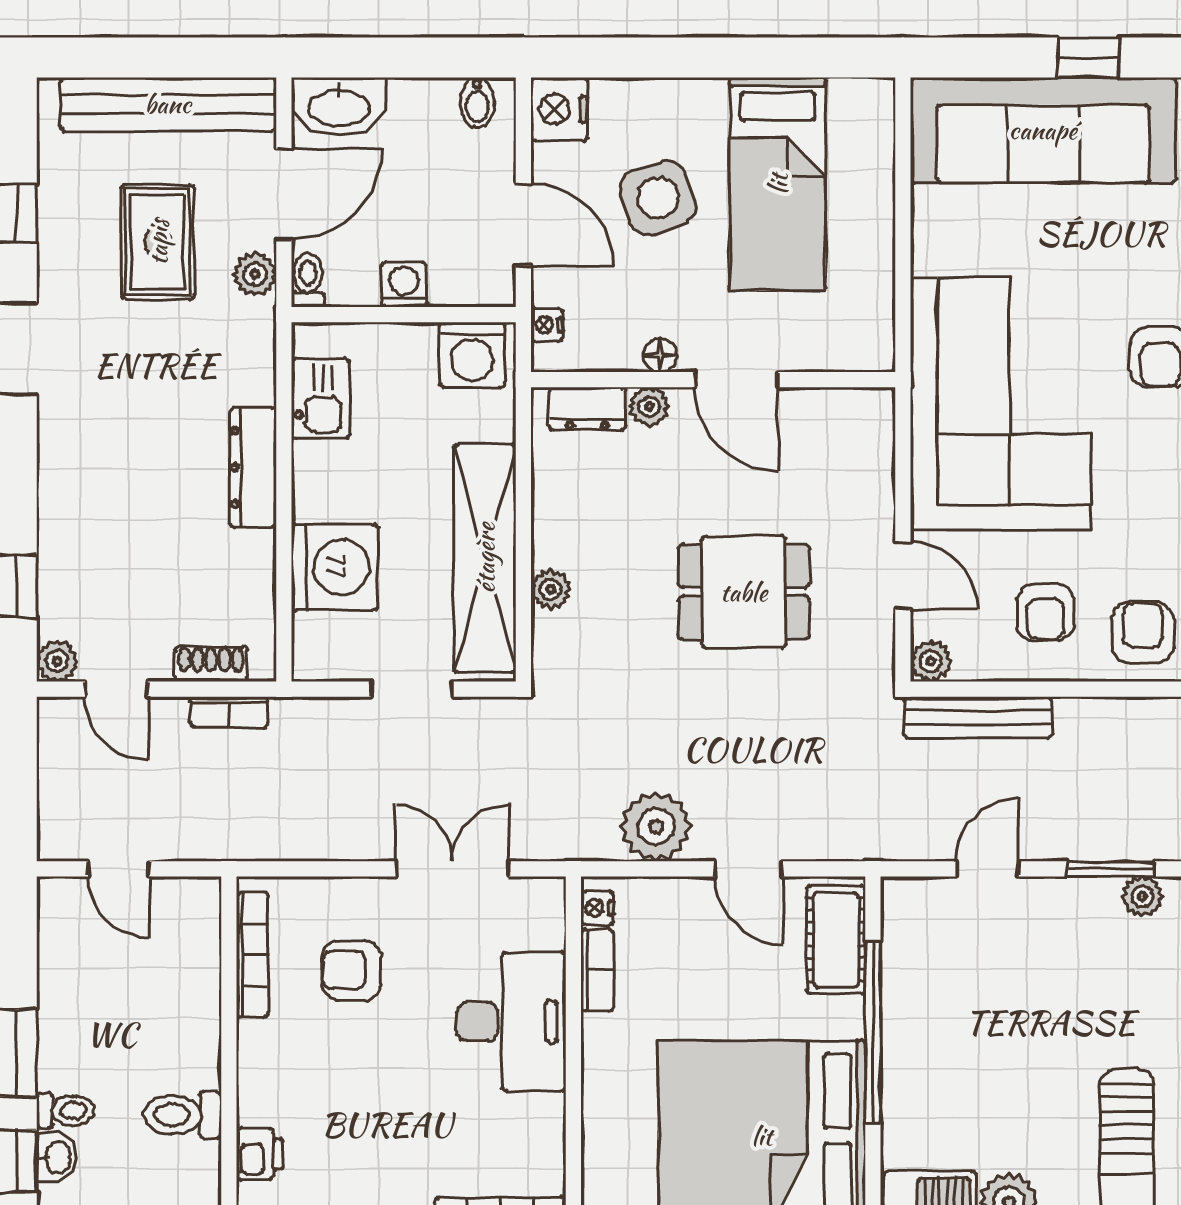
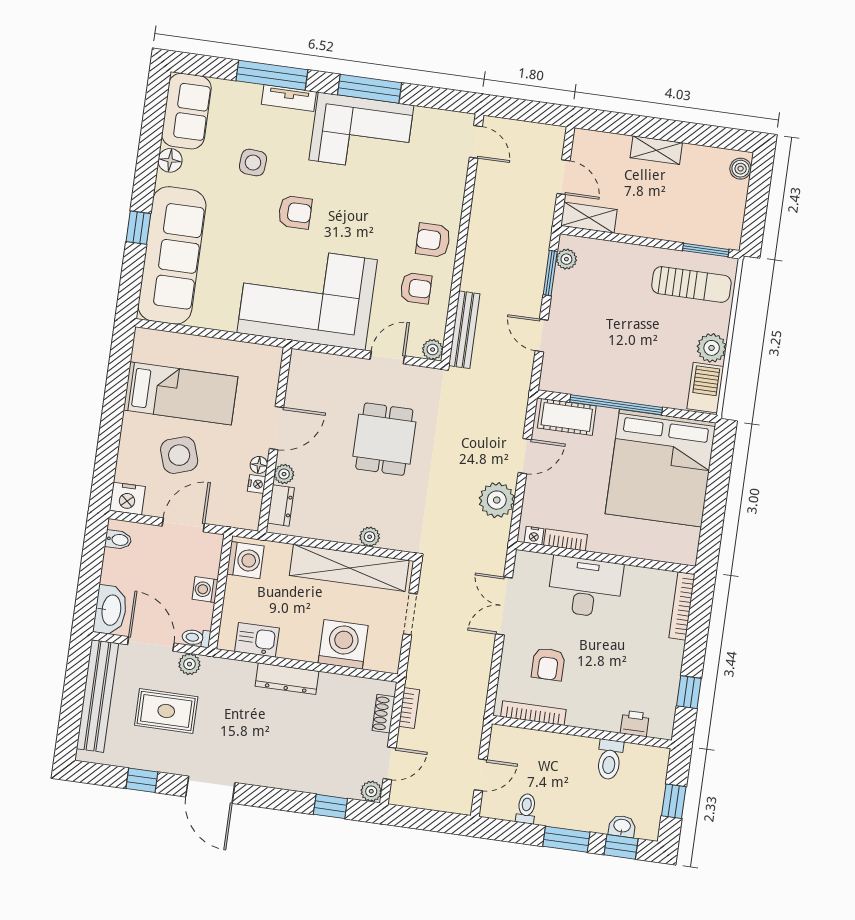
nightstand: (547, 325) -> (257, 484), moved, turned -90
toilet: (65, 1111) -> (526, 809), moved

